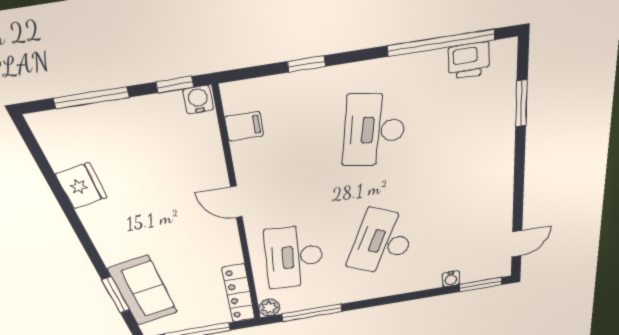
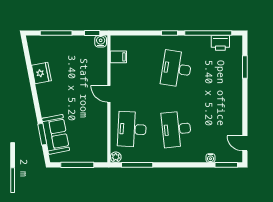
window: (306, 64) -> (169, 33), moved
desk: (382, 242) -> (176, 129), turned -30
door: (517, 244) -> (245, 143), swing flipped
locker: (239, 293) -> (102, 145), removed

